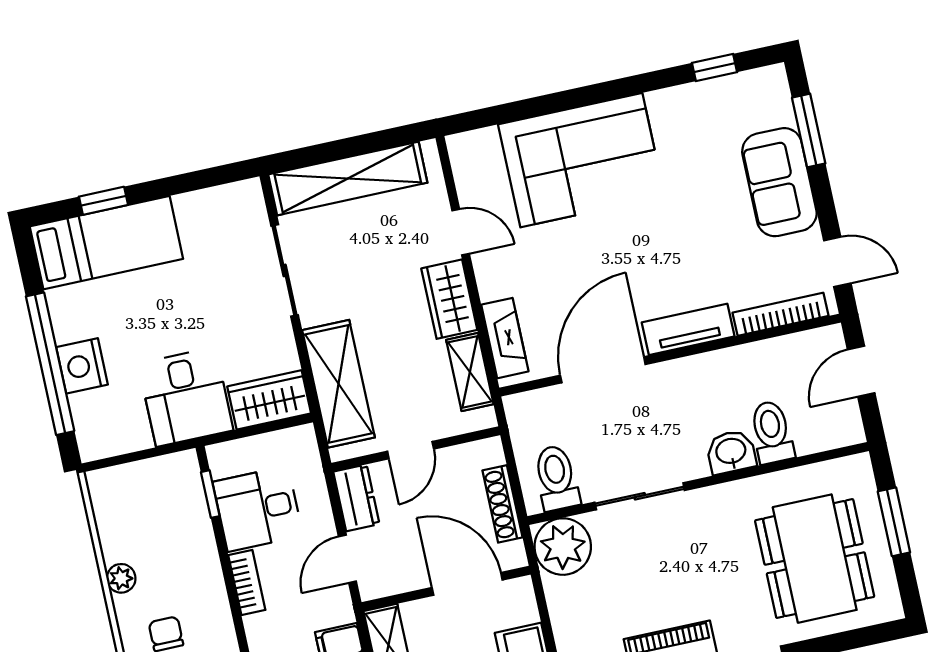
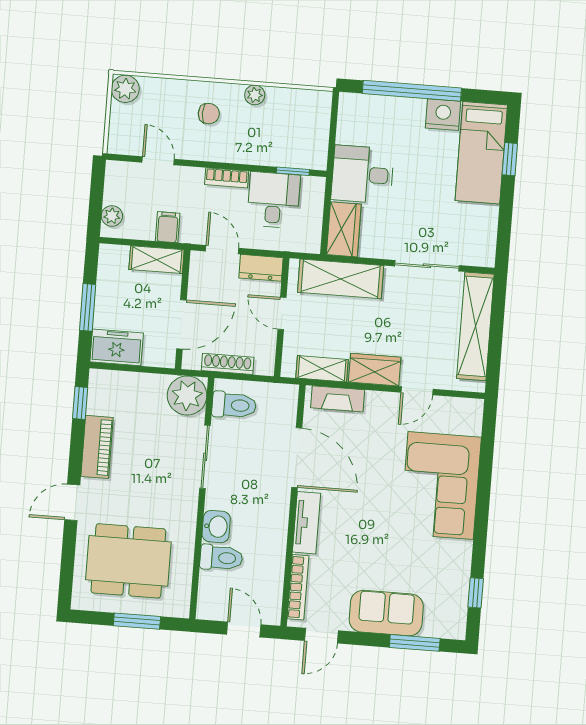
nightstand: (82, 366) -> (443, 115), moved

